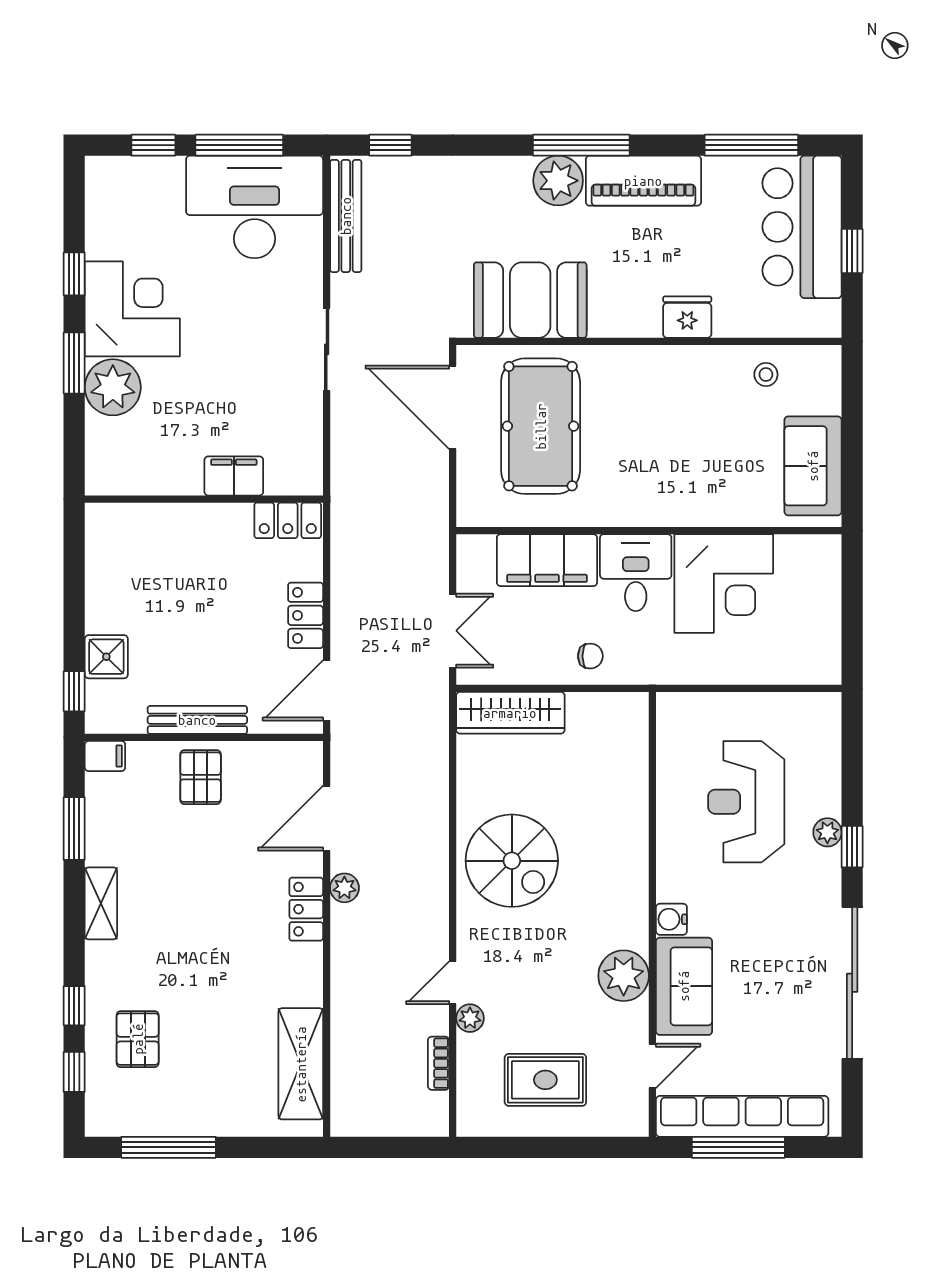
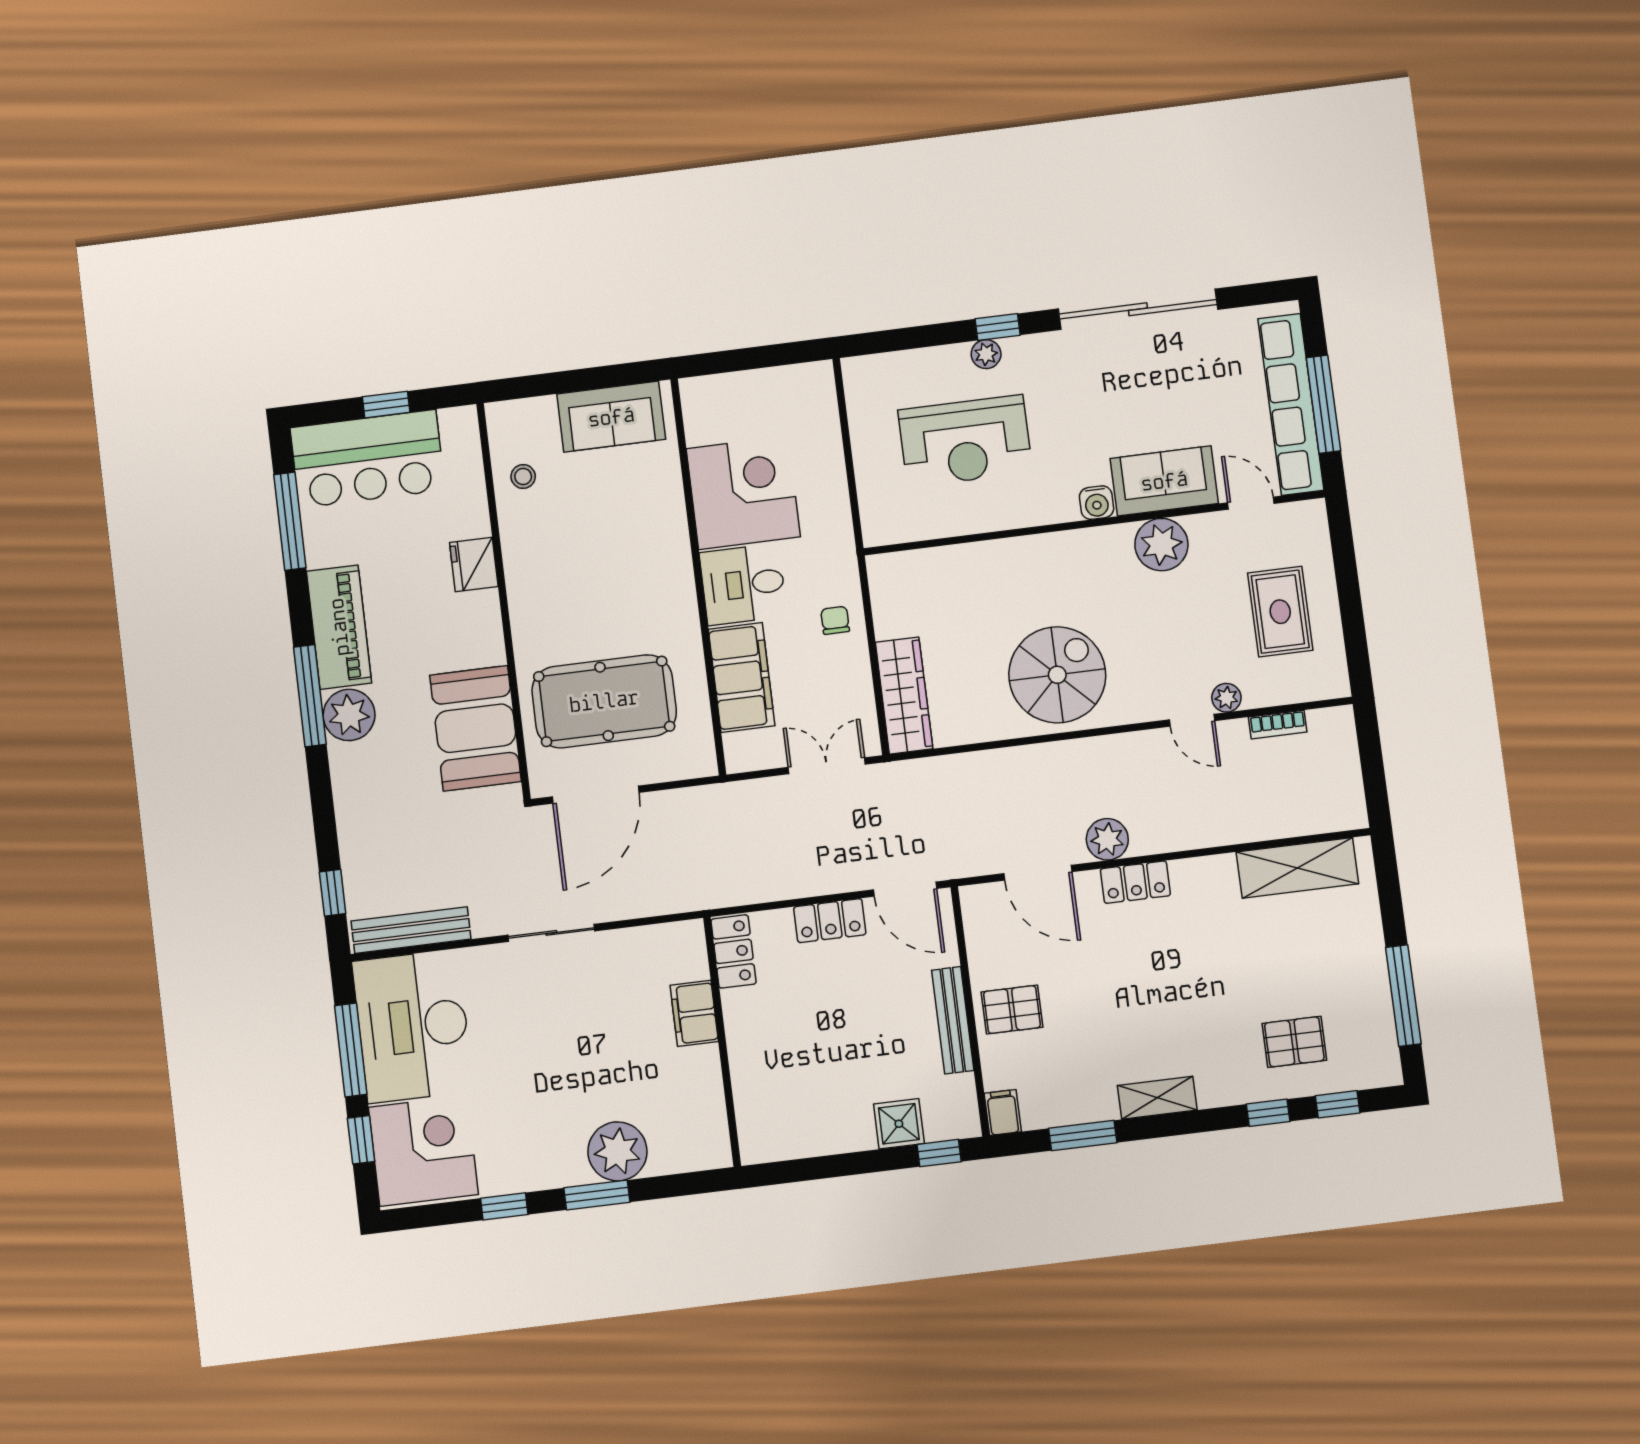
corner desk: (132, 309) -> (423, 1151), moved, turned 90
plant: (344, 888) -> (1107, 839), width x1.38, depth x1.38

